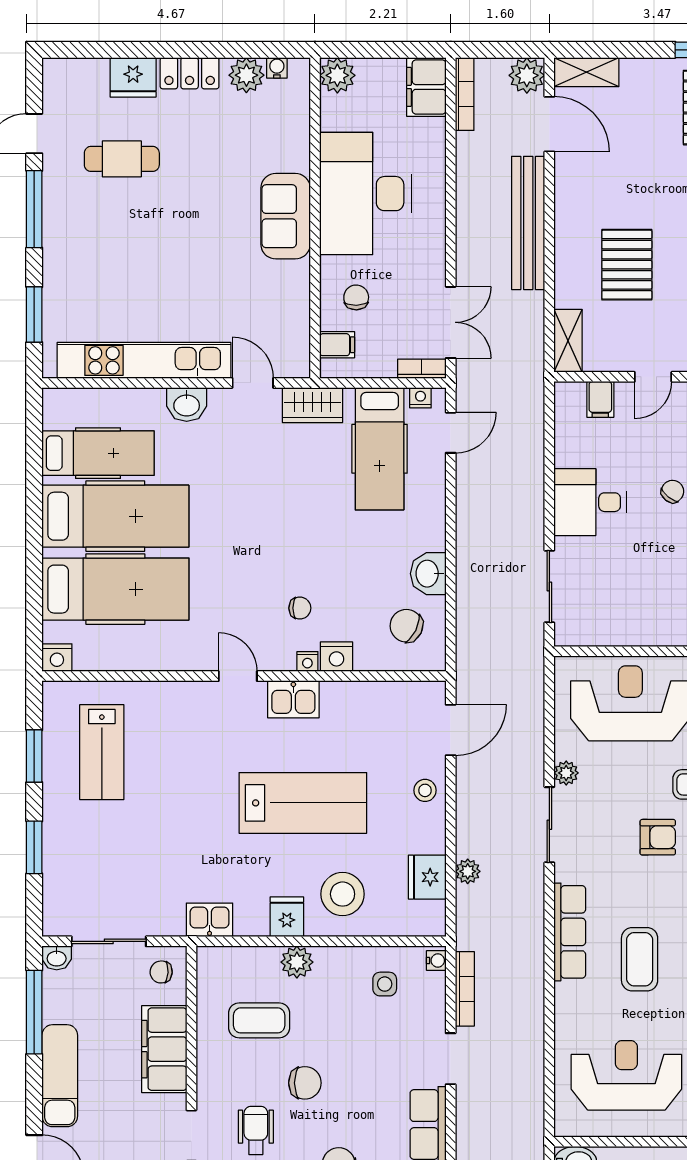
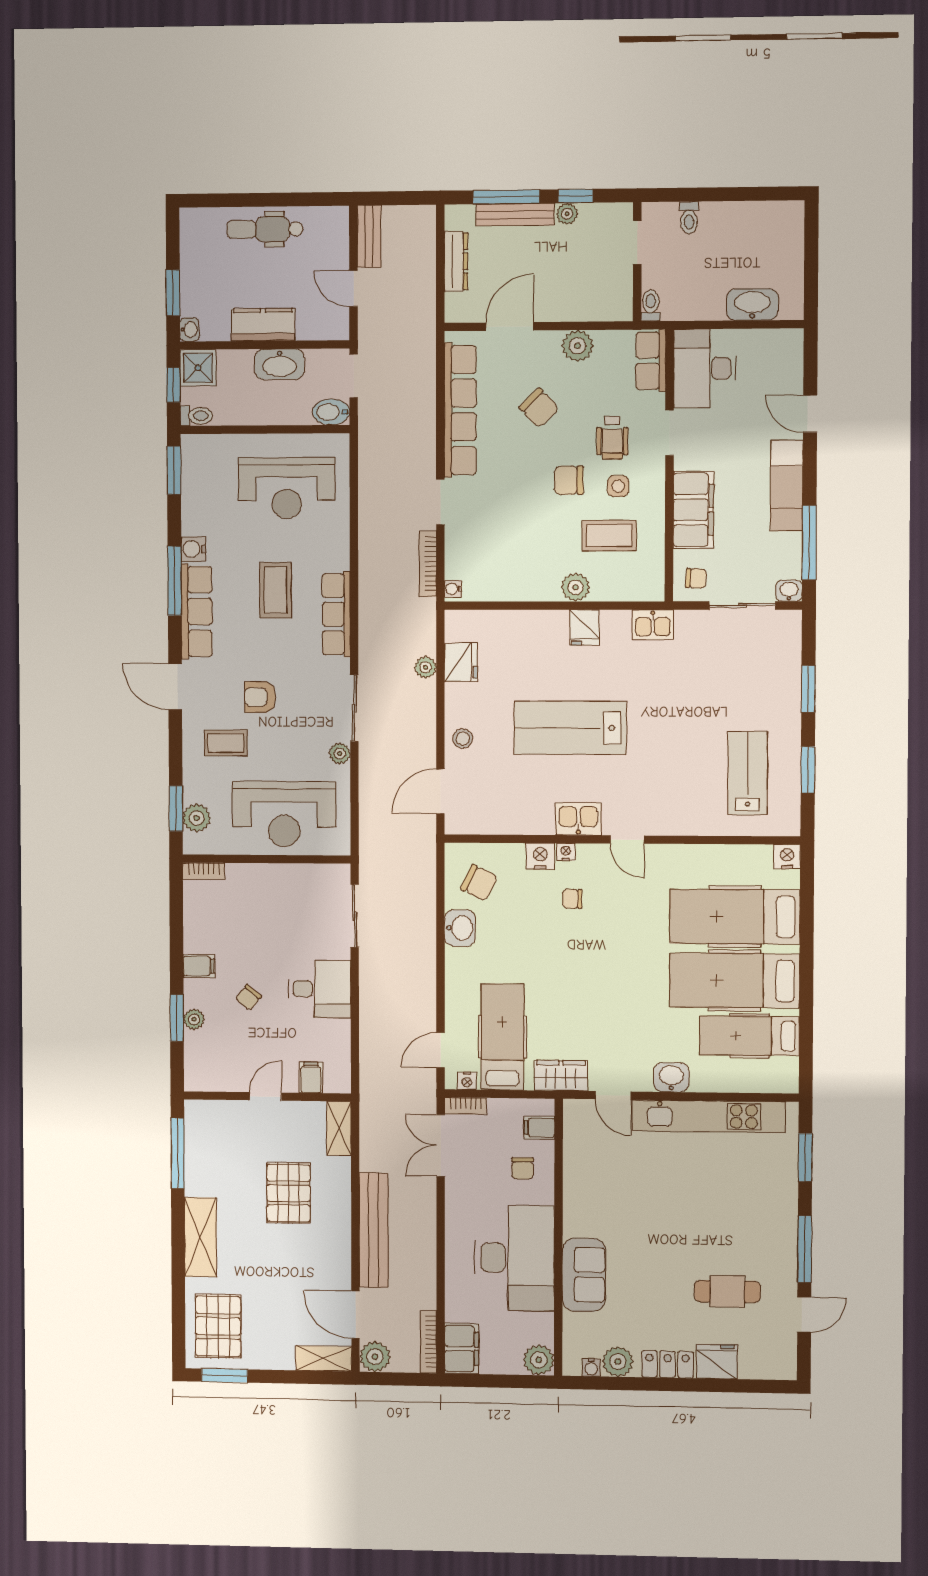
sofa: (286, 216) -> (584, 1275), moved
stool: (343, 894) -> (535, 647), removed
side table: (385, 984) -> (618, 486), moved

